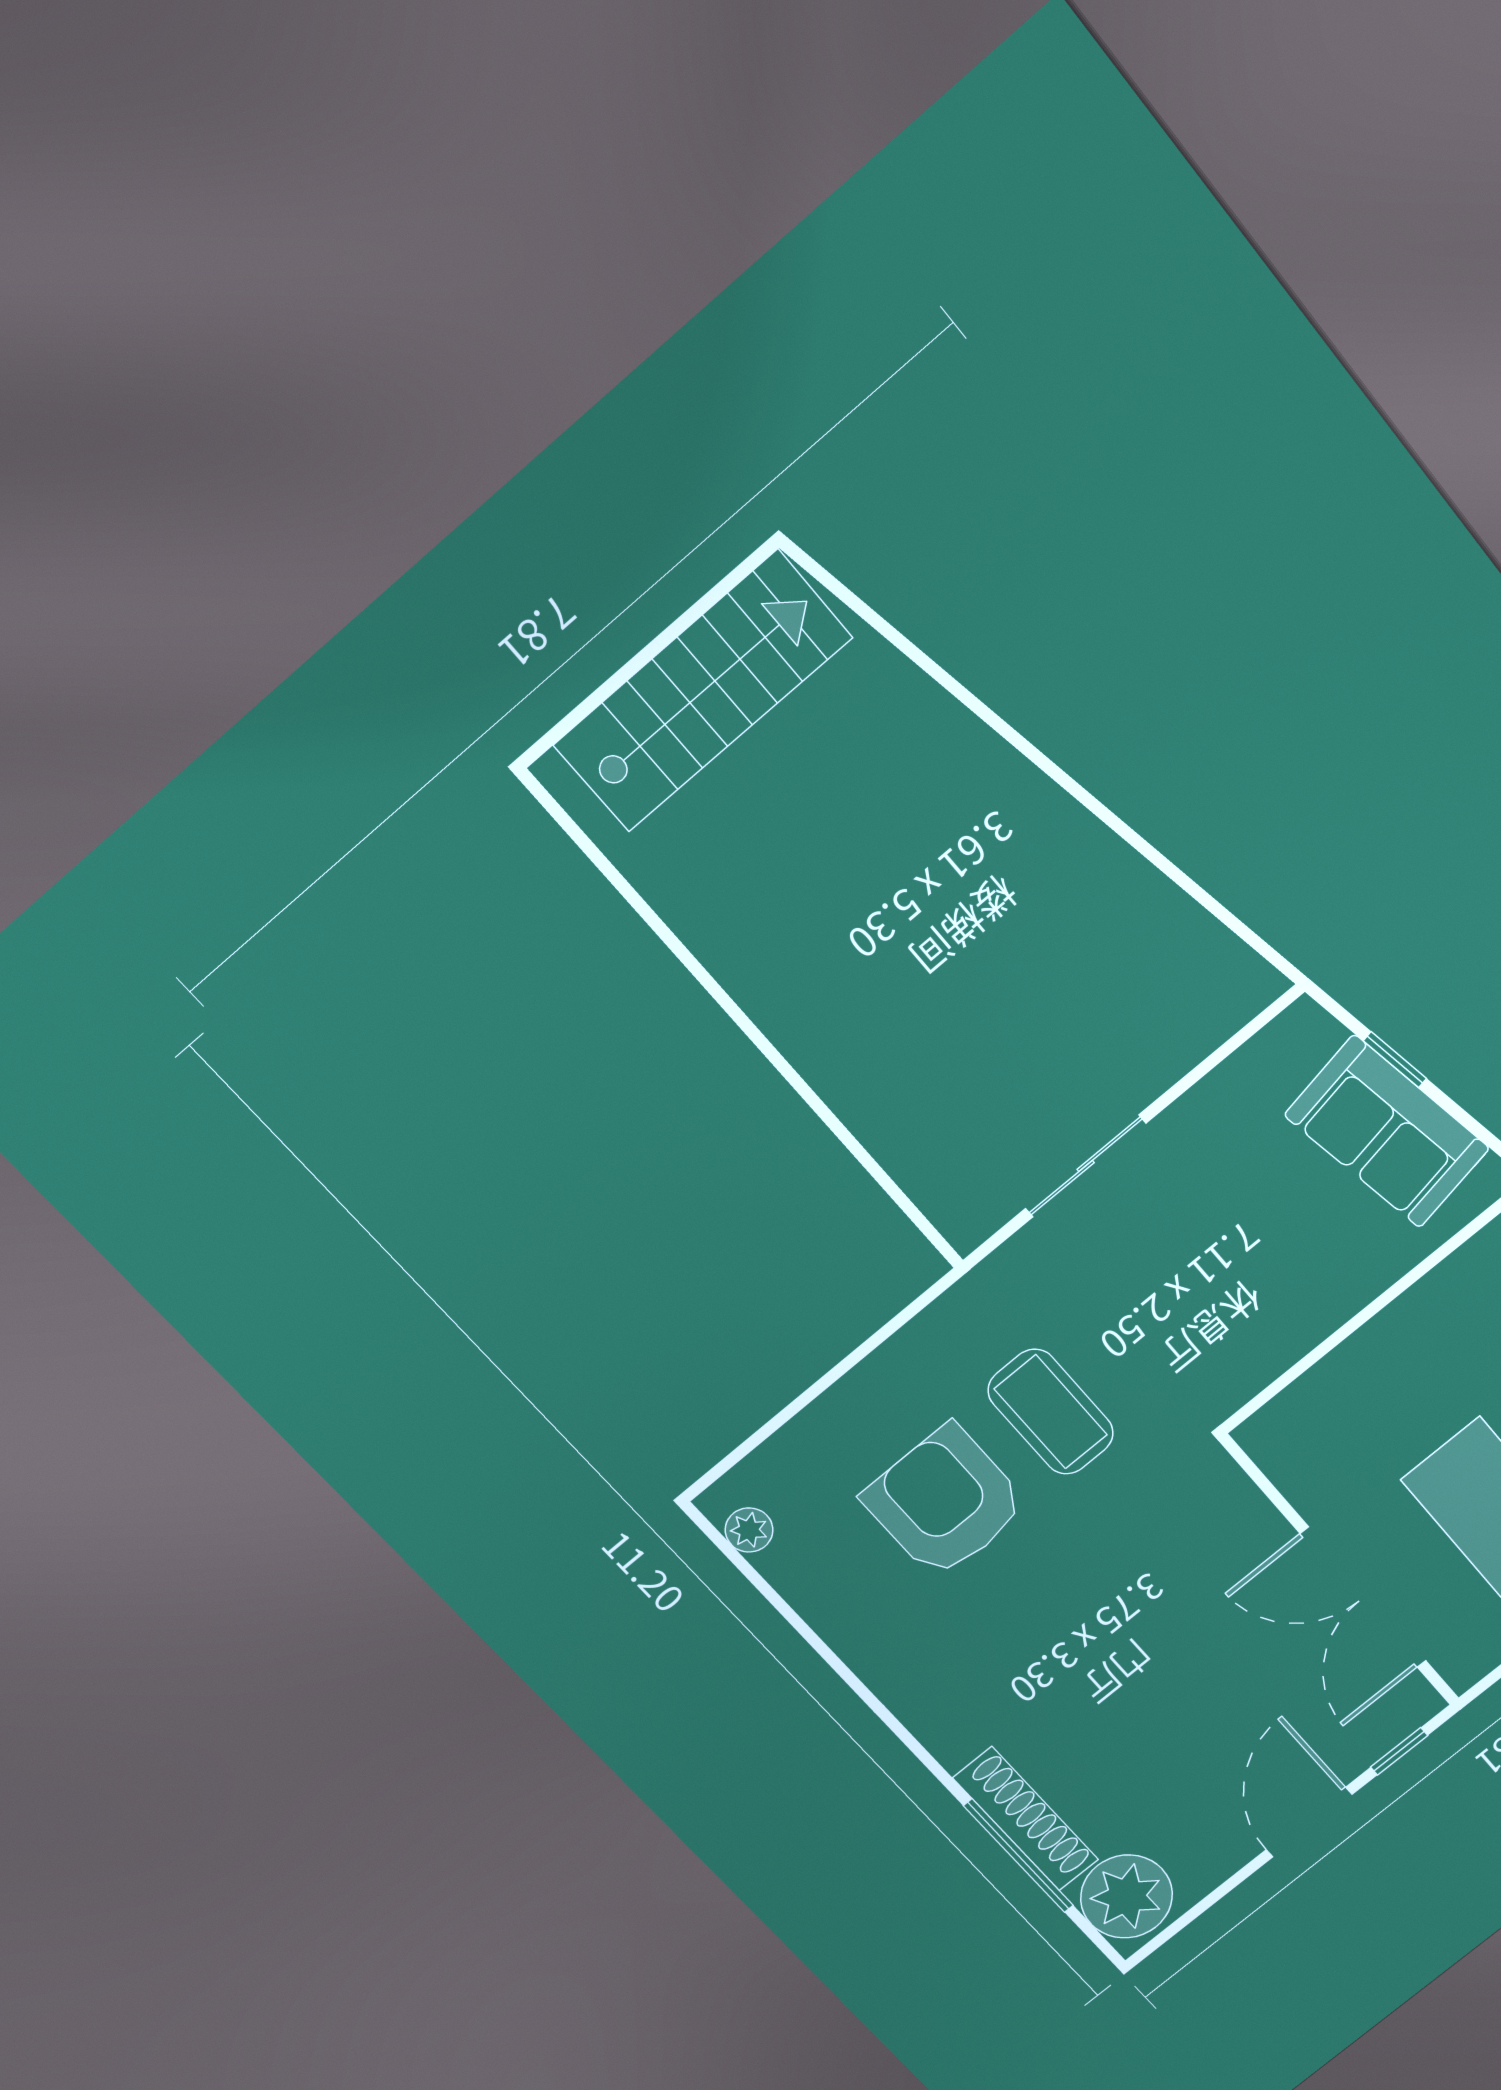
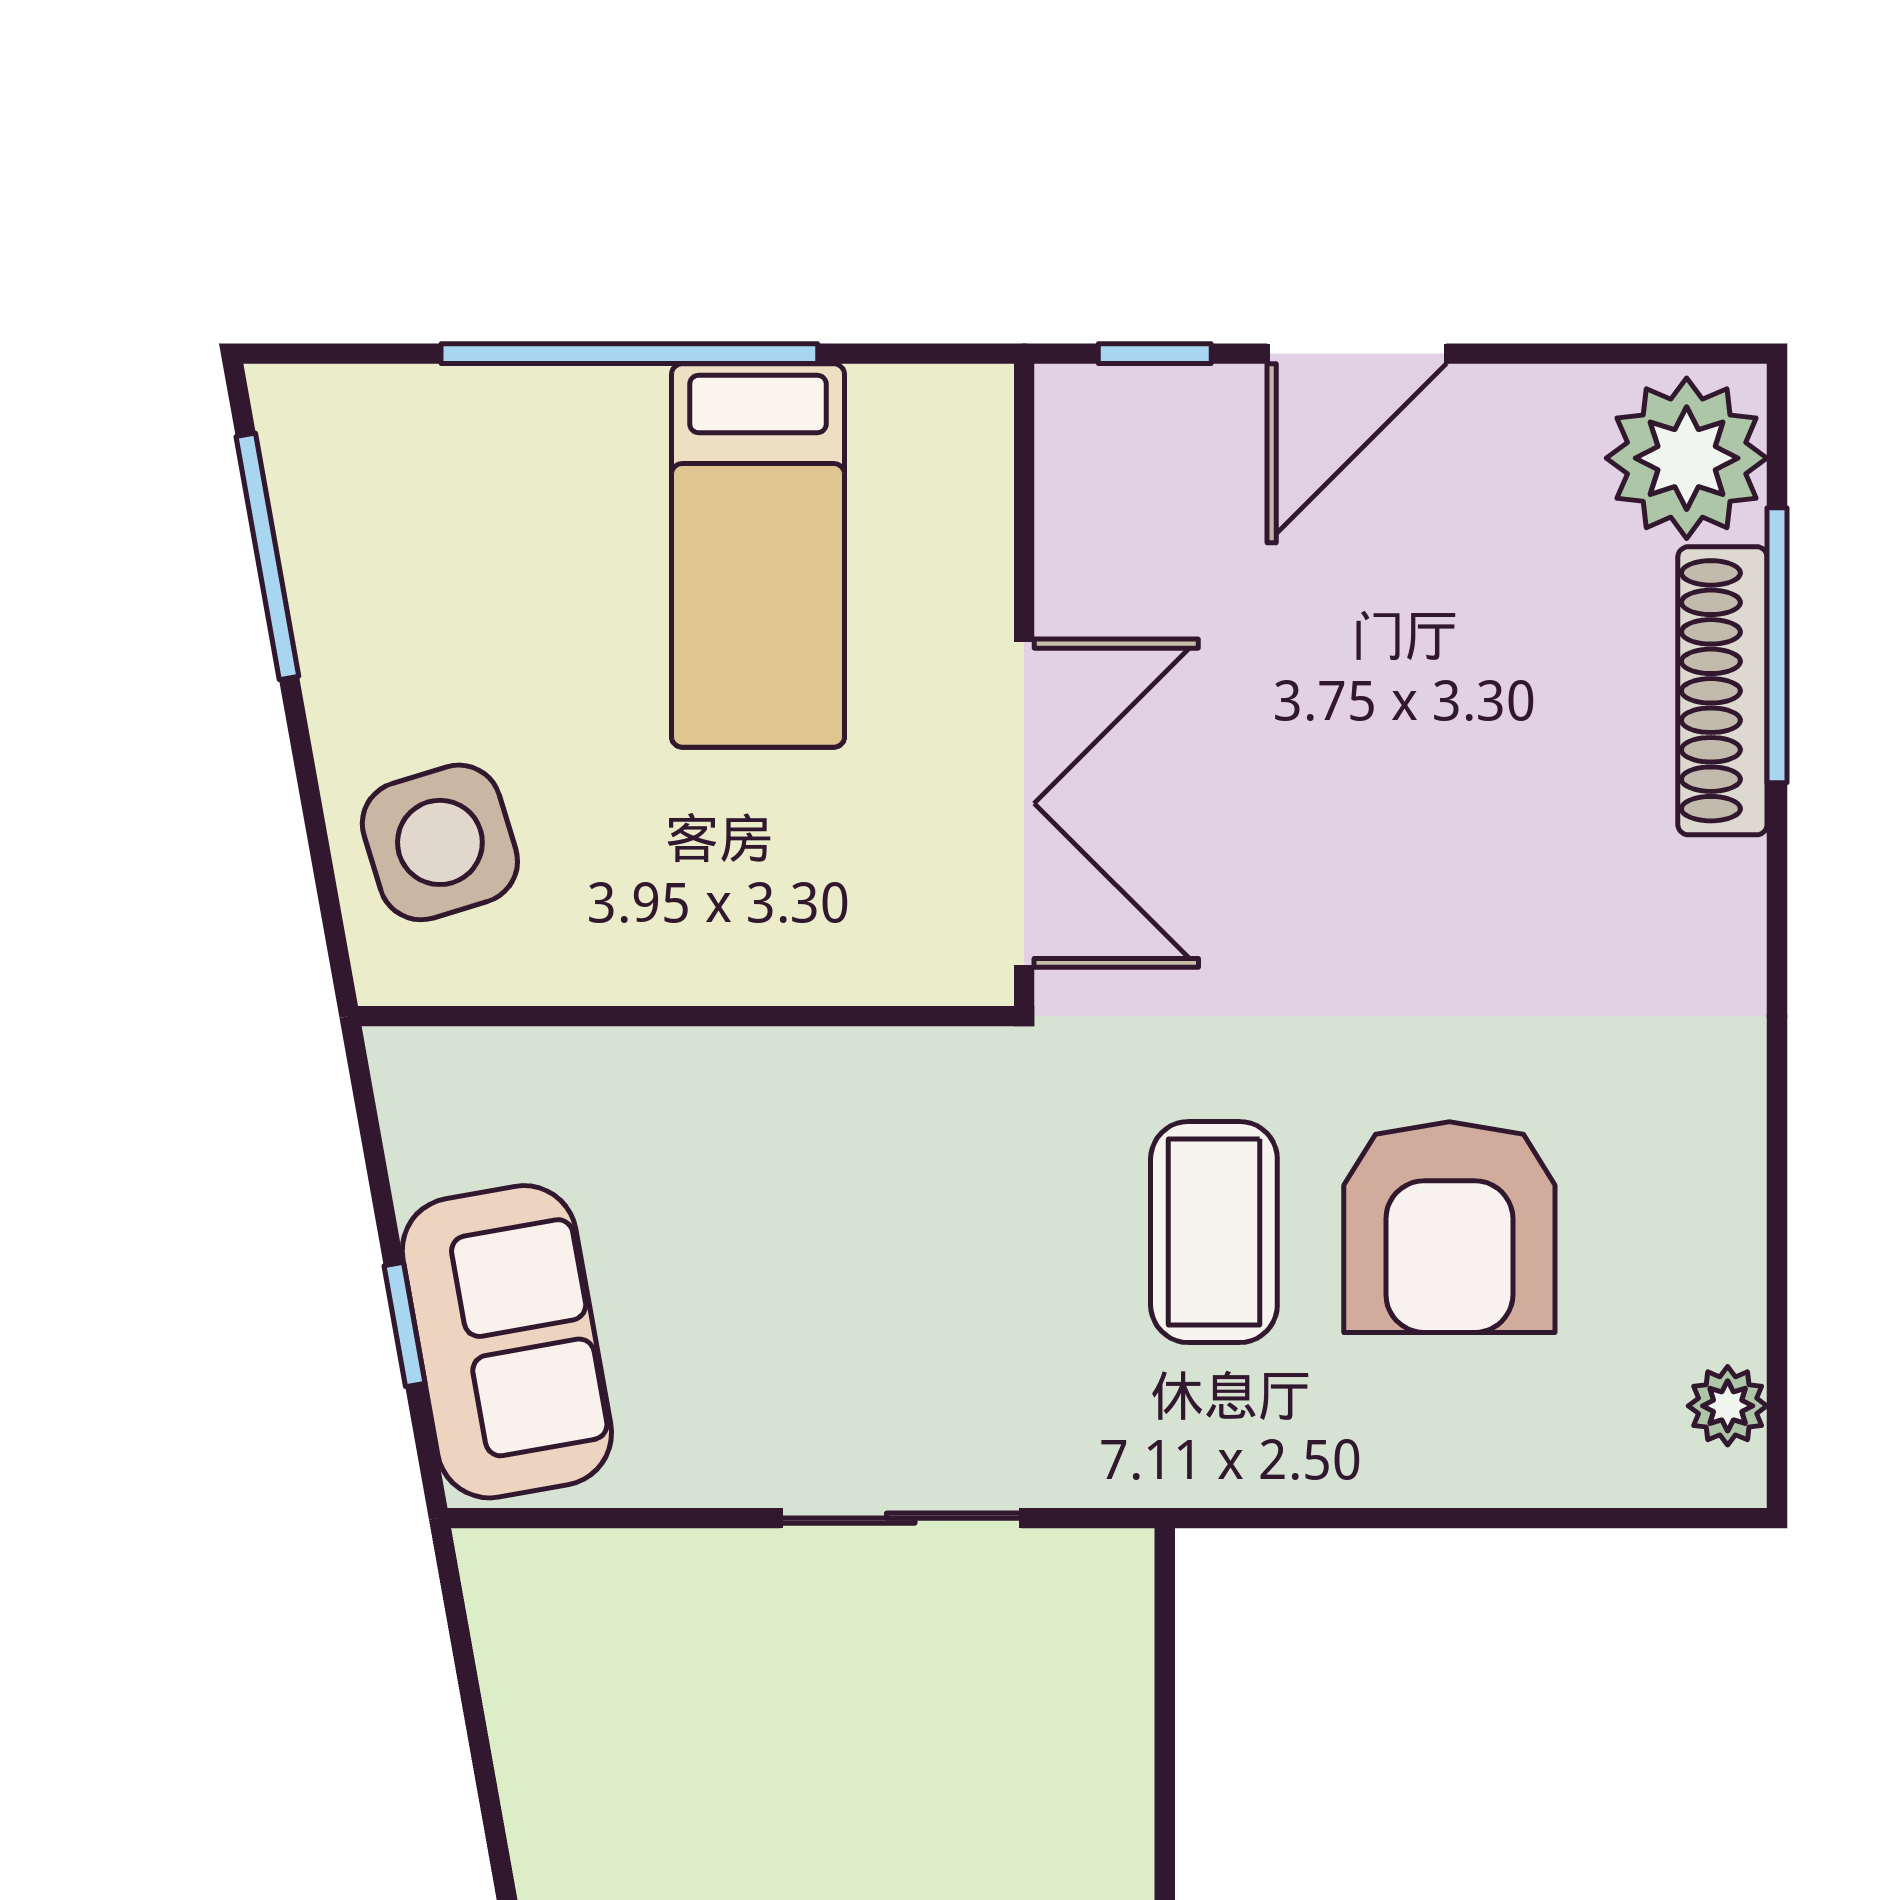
sofa: (1387, 1132) -> (507, 1342), moved
double door: (1363, 1597) -> (1024, 803), moved

